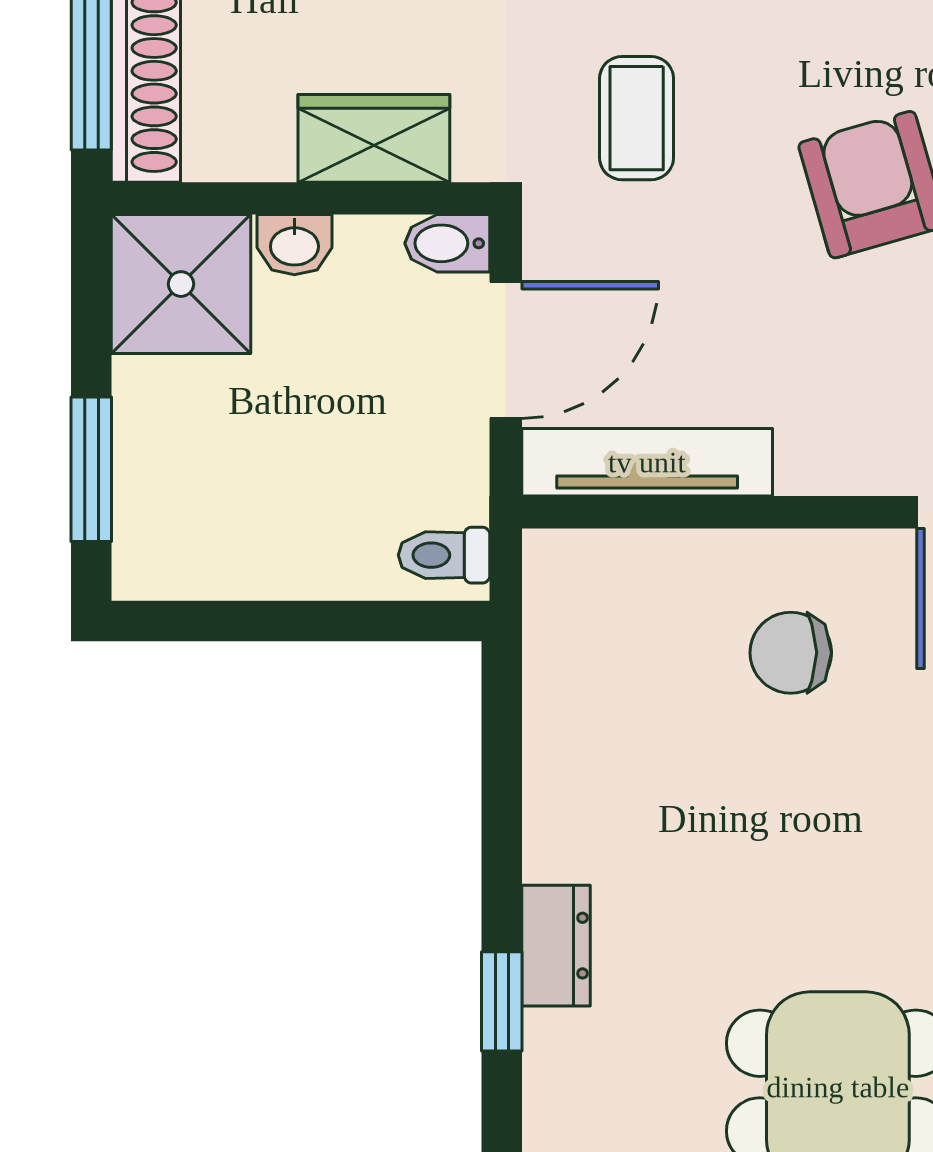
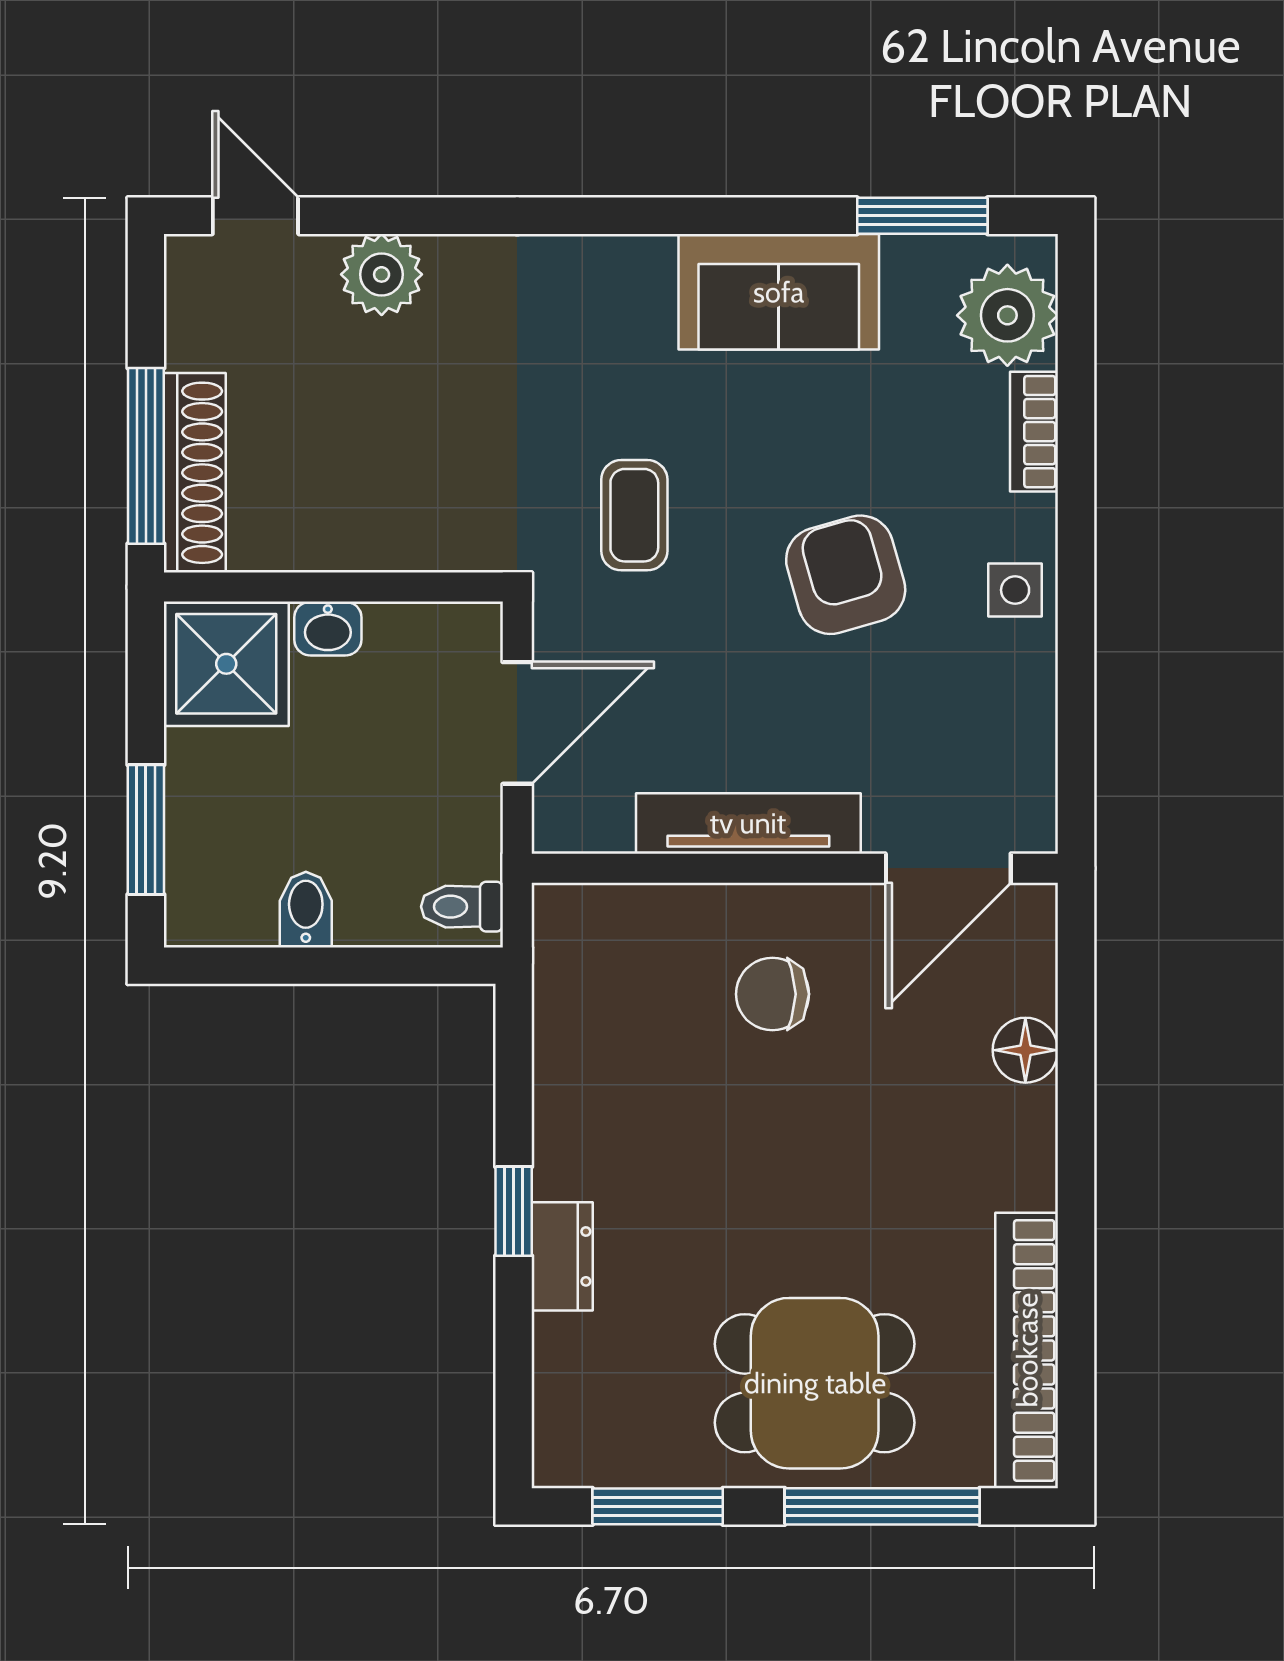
wardrobe: (374, 138) -> (399, 533), removed
bidet: (447, 243) -> (306, 910), moved, turned 90
tv unit: (647, 462) -> (748, 823), moved
window: (502, 1001) -> (514, 1211), moved

